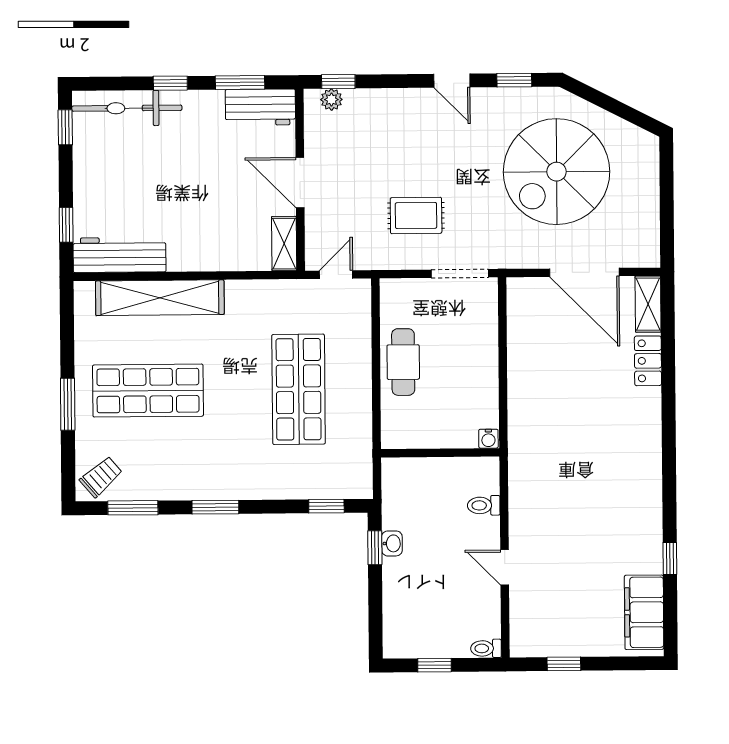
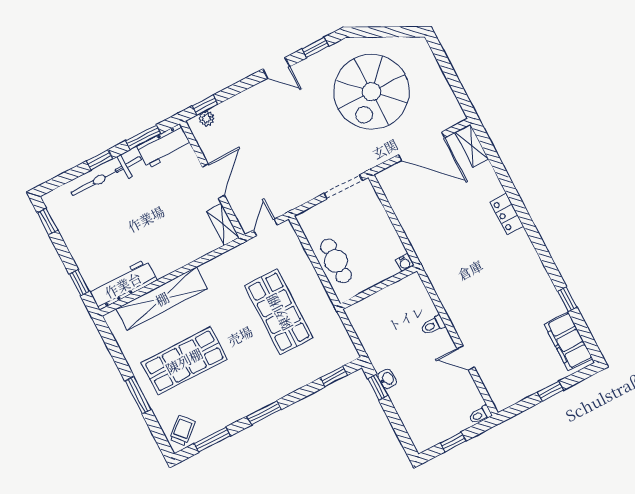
bicycle: (127, 108) -> (106, 176), moved
door: (300, 183) -> (213, 181), swing flipped
rug: (416, 215) -> (297, 164), removed
locker: (648, 361) -> (507, 214), moved
water cooler: (488, 439) -> (404, 263), moved
wall: (440, 453) -> (379, 287), moved
window: (564, 664) -> (550, 391), moved

